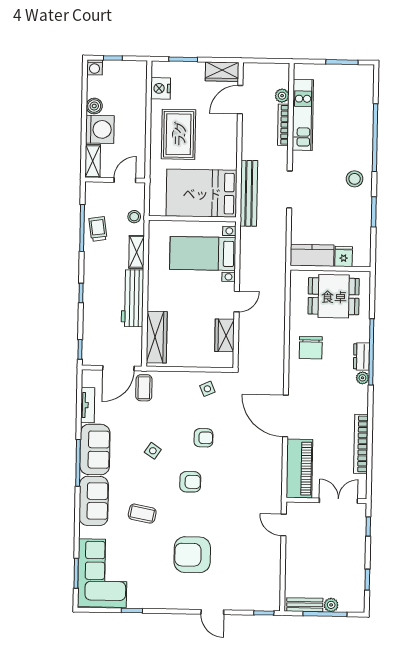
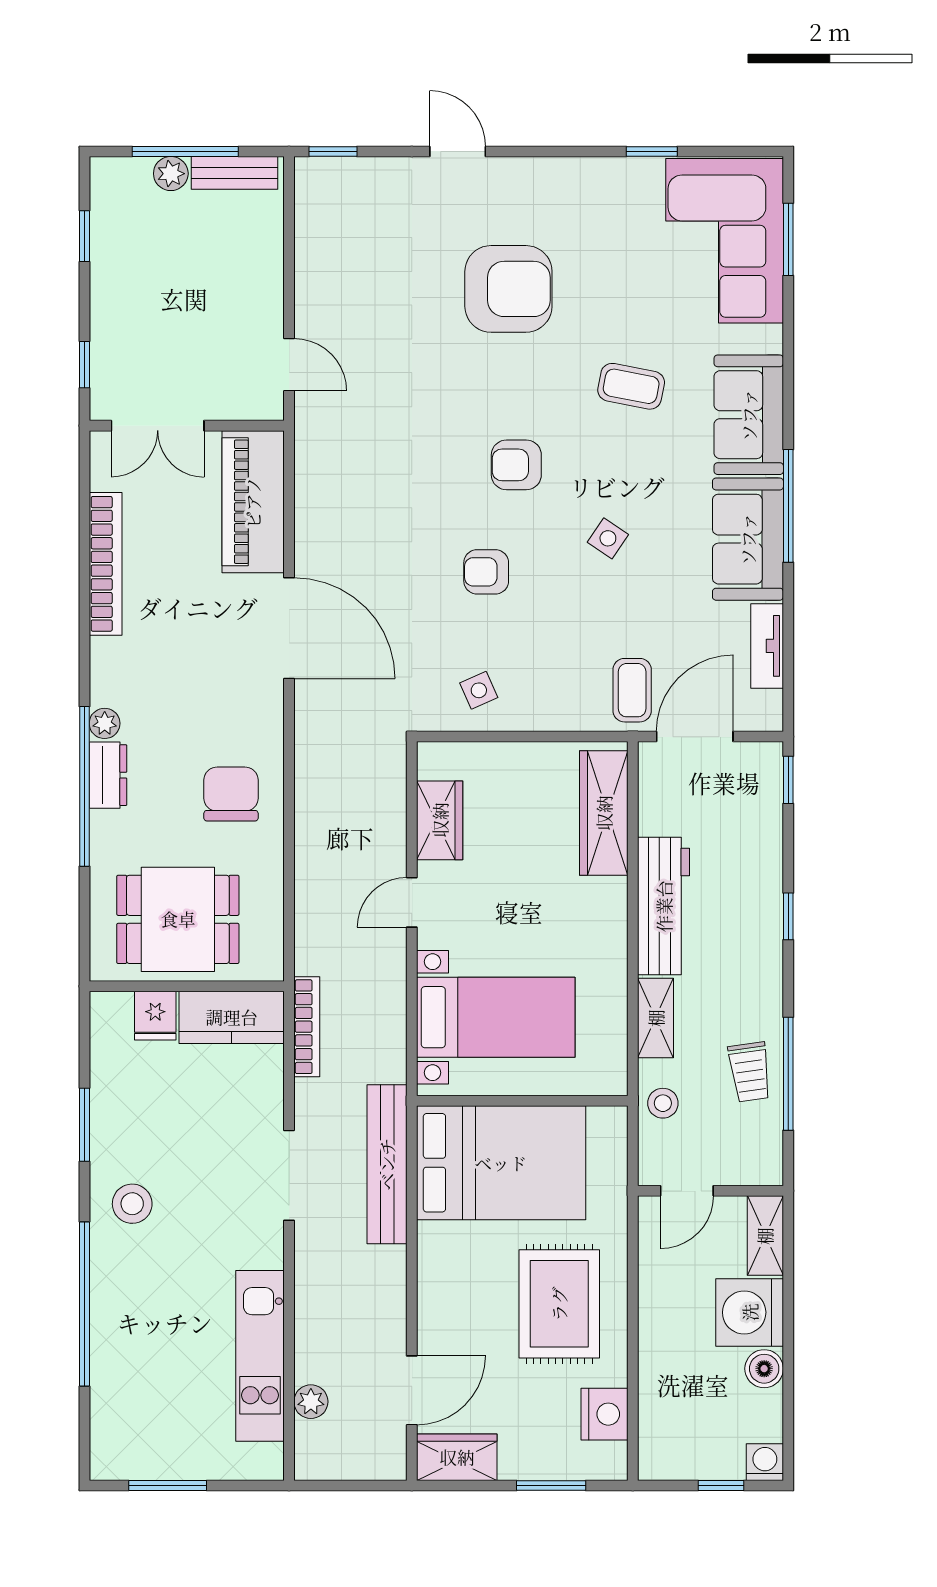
bookcase: (283, 125) -> (307, 1027), moved

